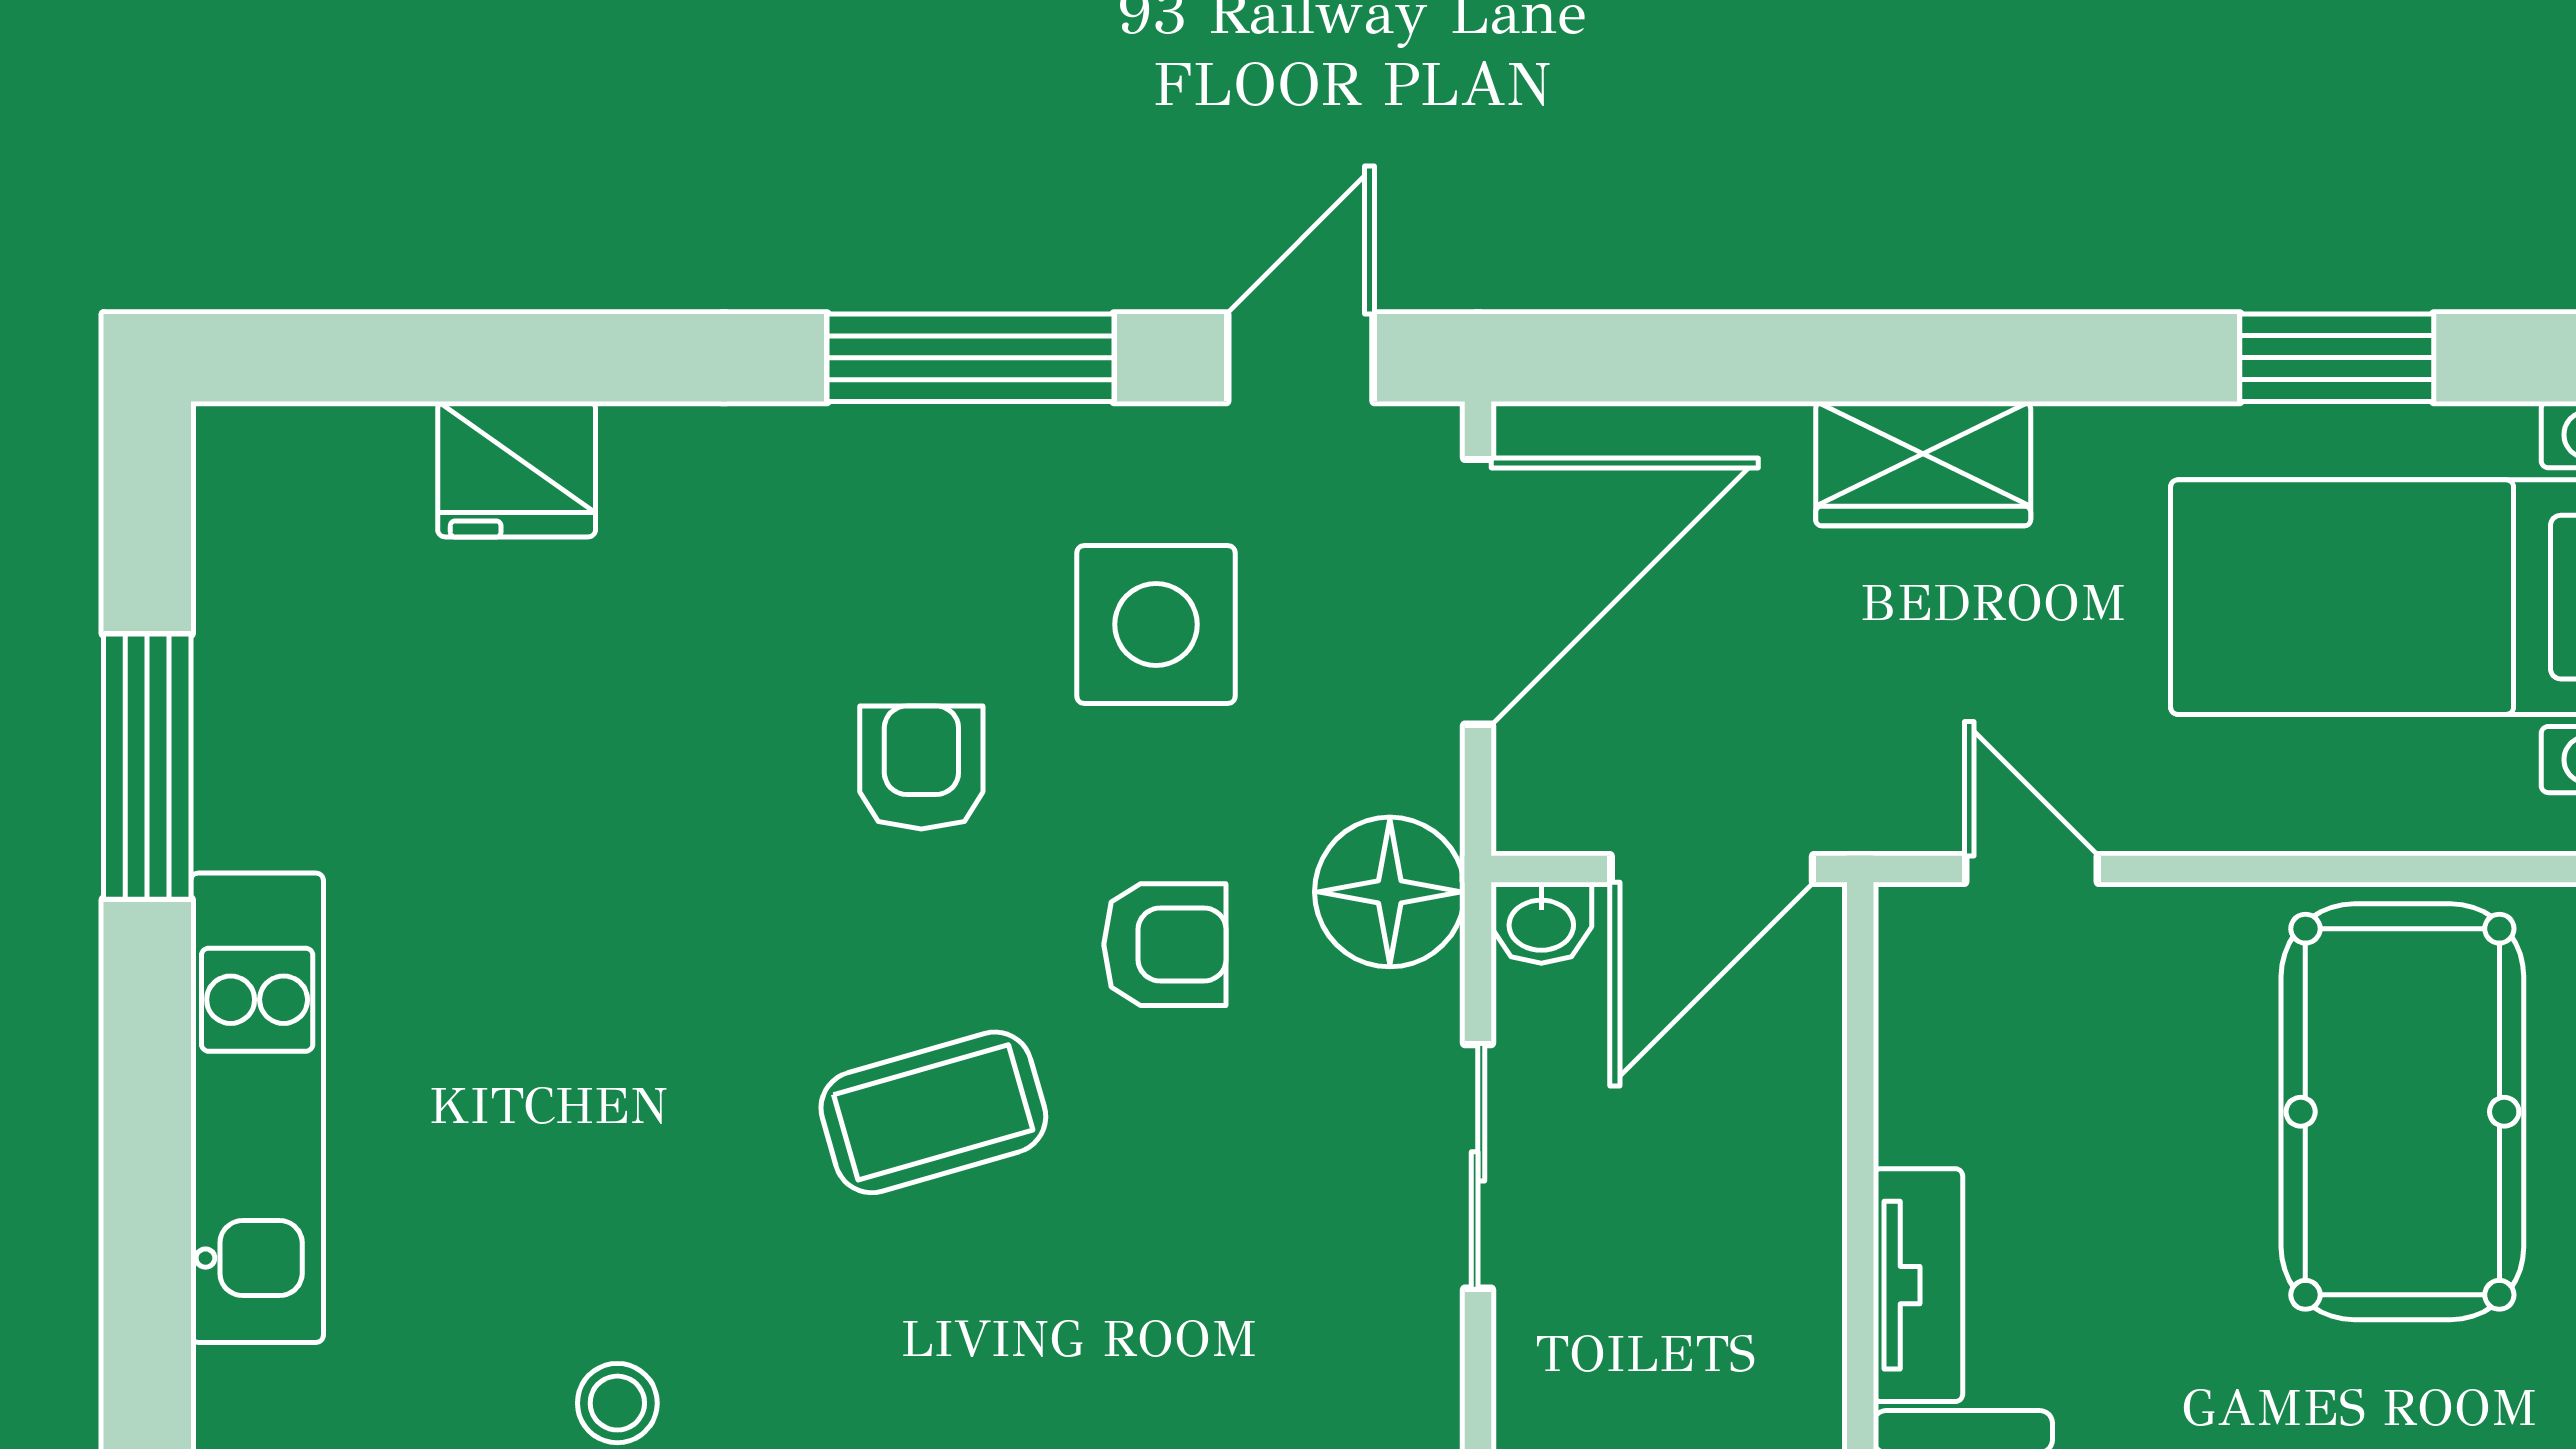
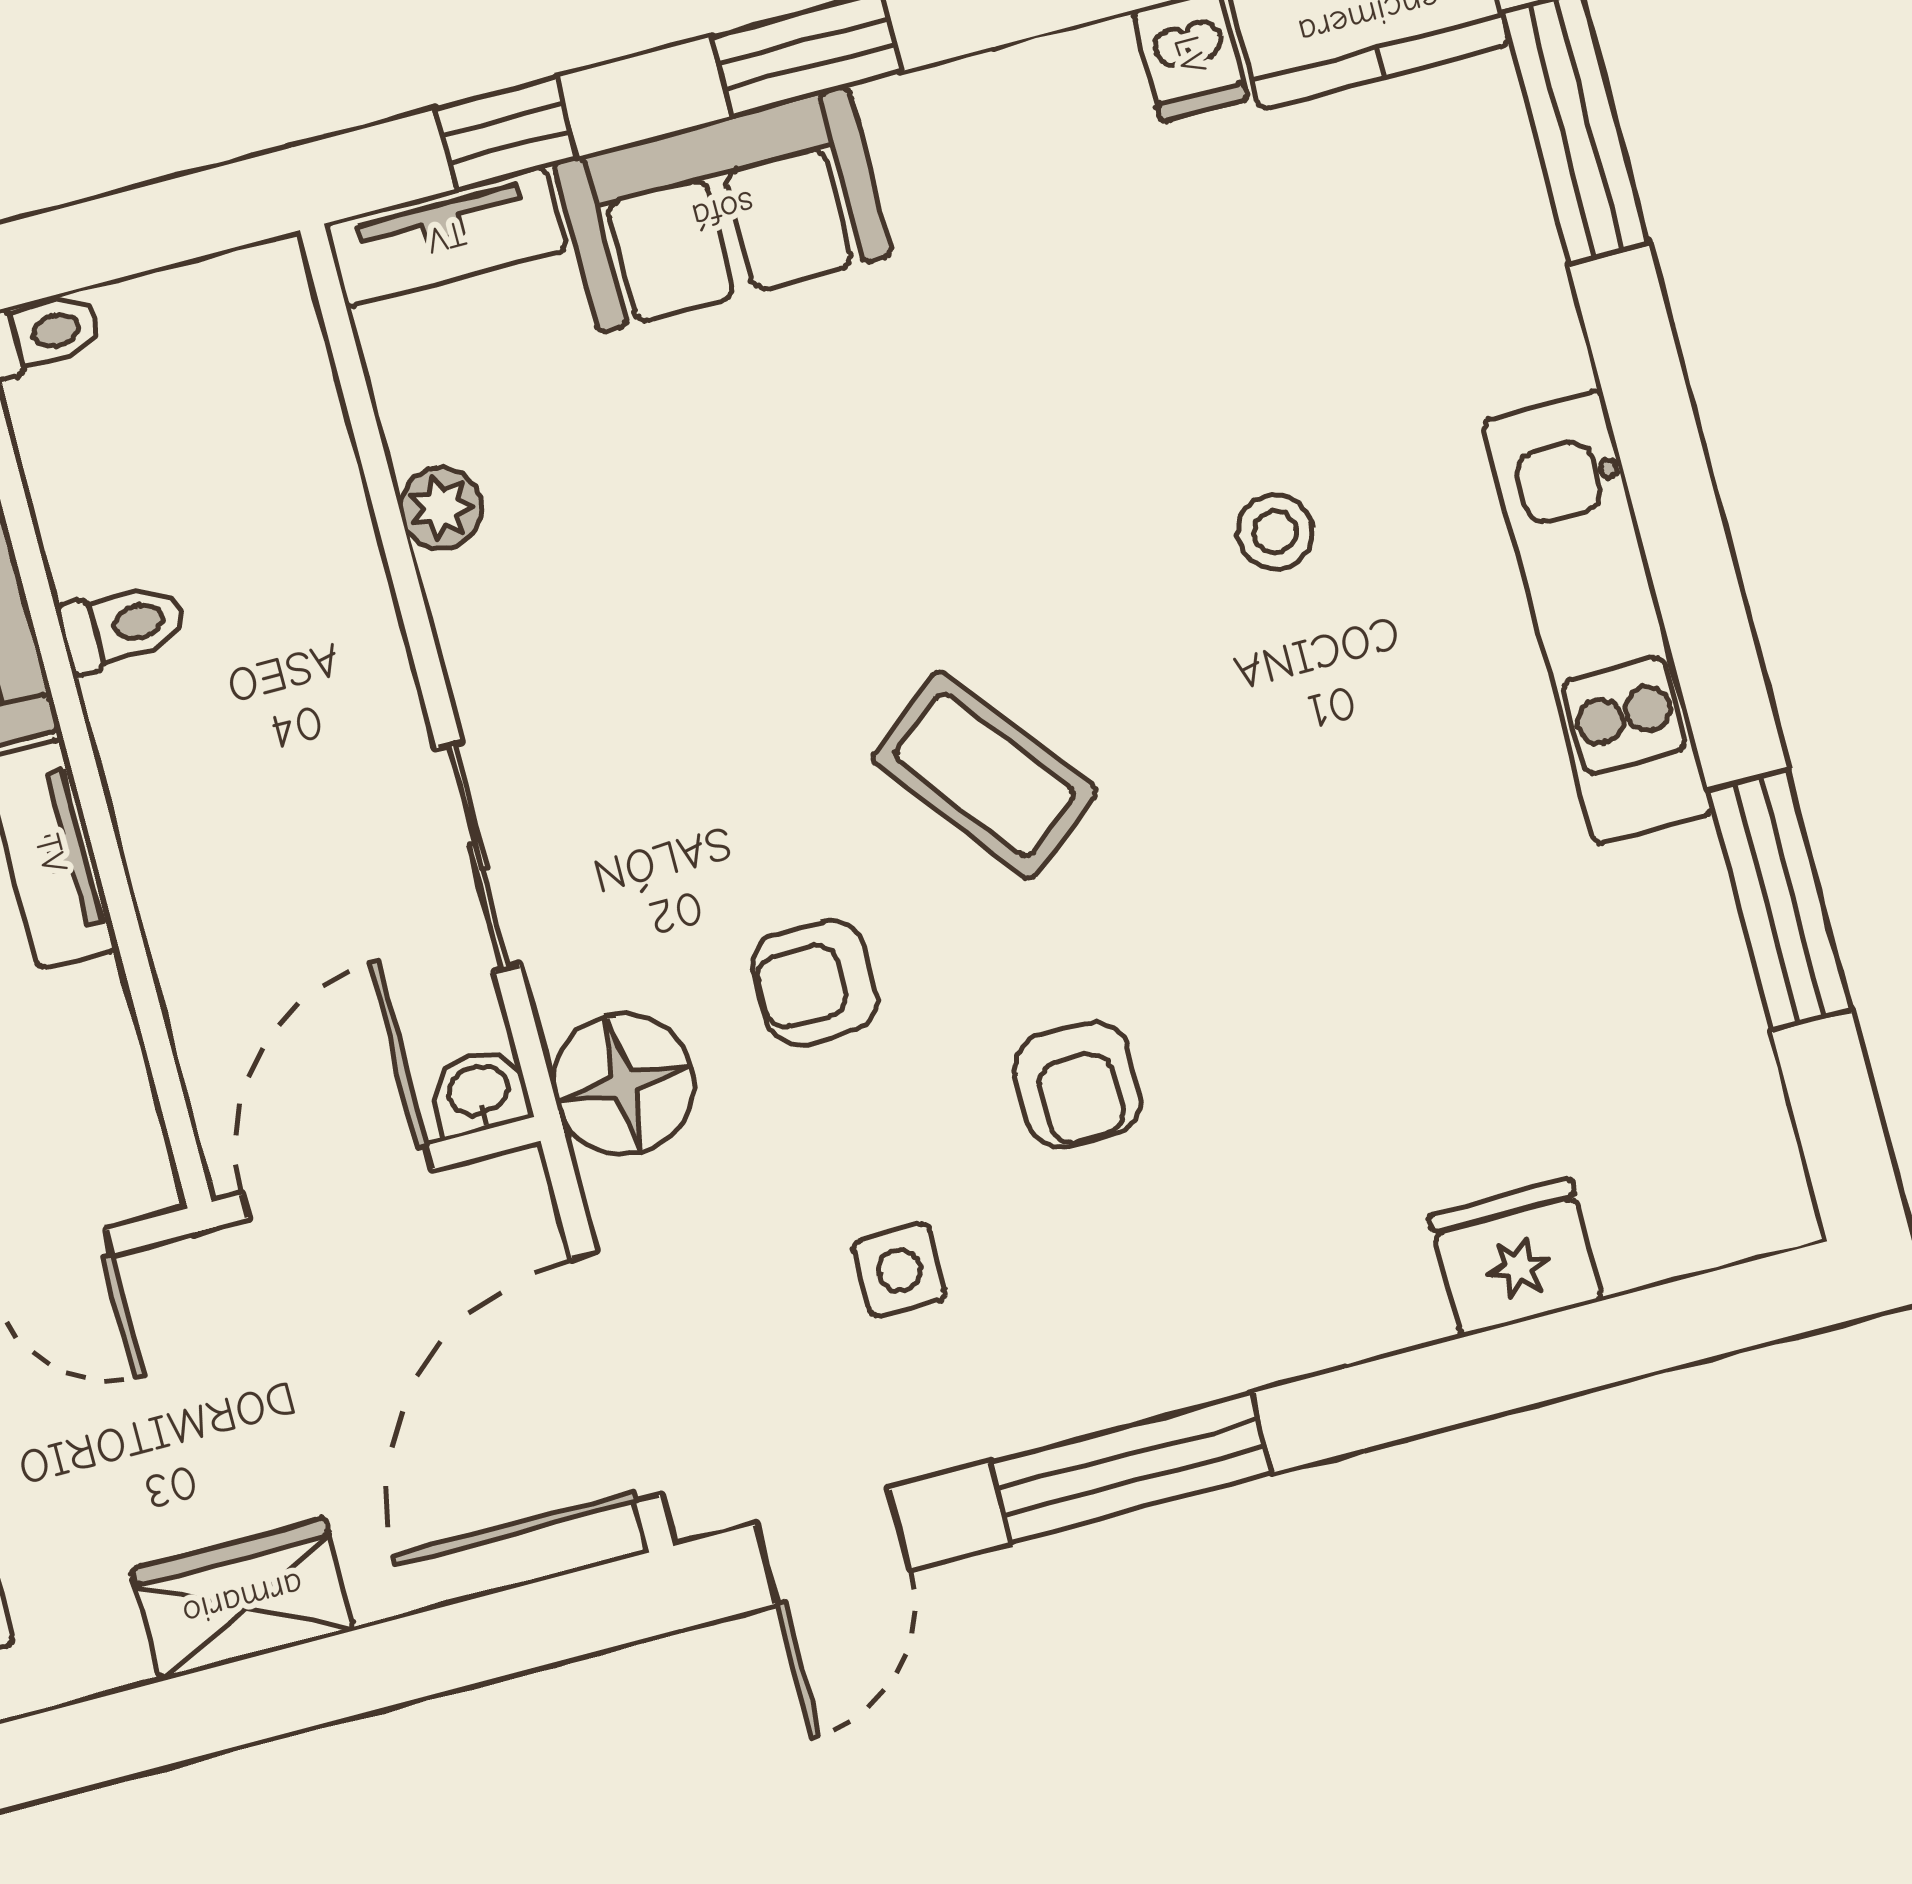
side table: (1156, 624) -> (900, 1270), width x0.54, depth x0.54
coffee table: (933, 1112) -> (984, 775), turned 68
stool: (617, 1403) -> (1275, 532), moved

